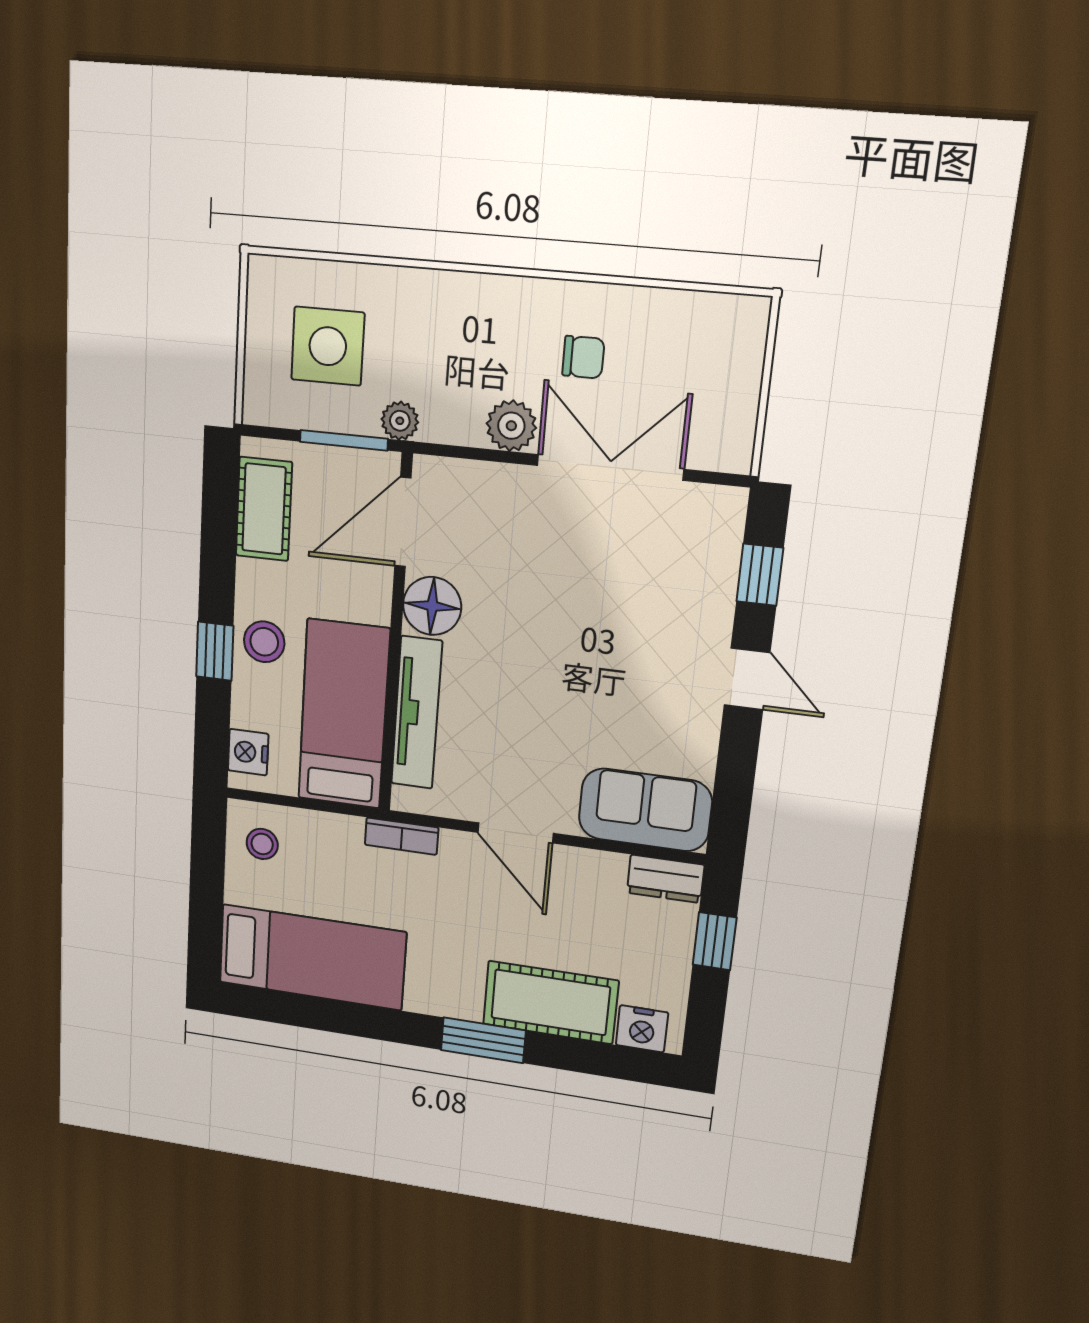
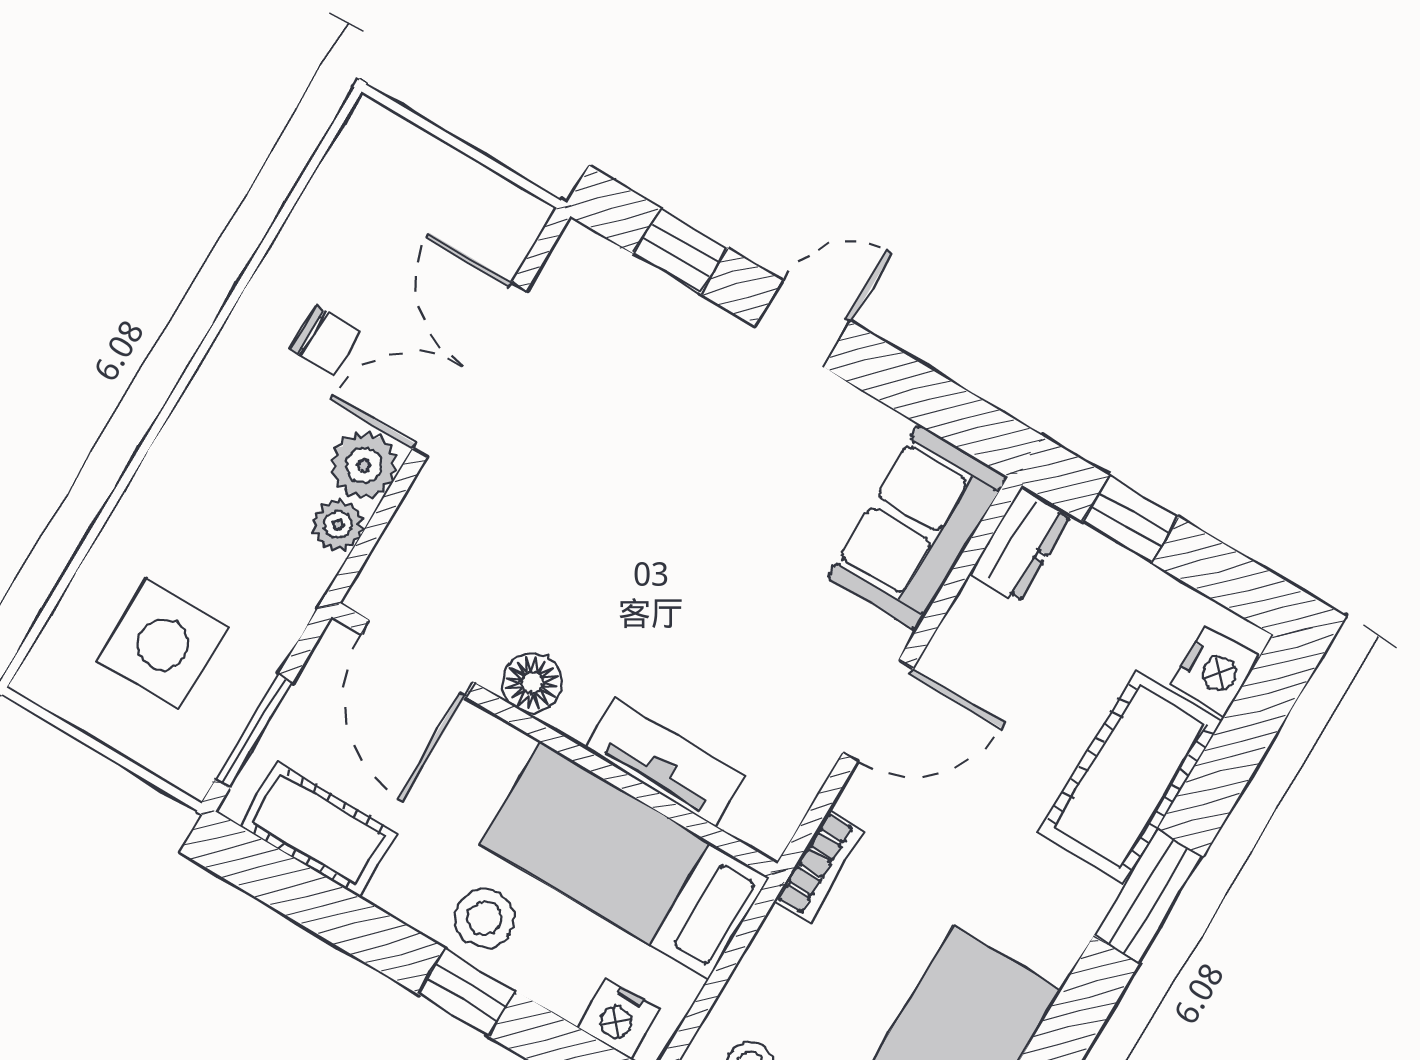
chair: (583, 357) -> (325, 341), turned 90
plant: (400, 421) -> (338, 525), moved
window: (344, 440) -> (254, 731), moved
floor lamp: (432, 606) -> (532, 683), width x0.73, depth x0.73
tv unit: (417, 713) -> (665, 763), width x0.71

